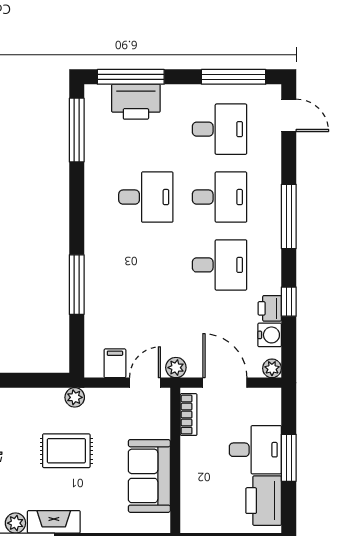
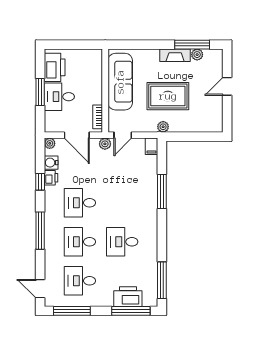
filing cabinet: (115, 363) -> (151, 146), moved
rug: (66, 451) -> (168, 96), width x1.36, depth x1.43
sofa: (149, 476) -> (120, 82), width x1.36

